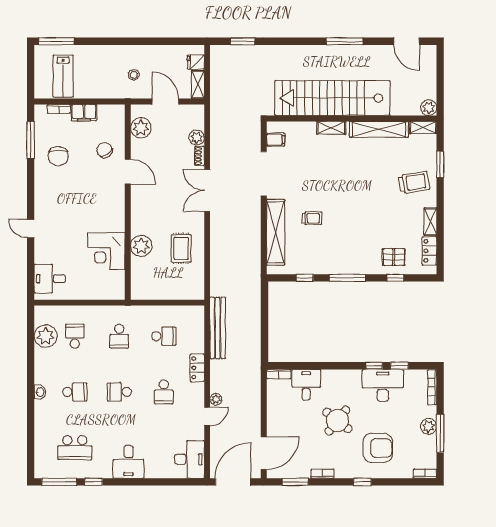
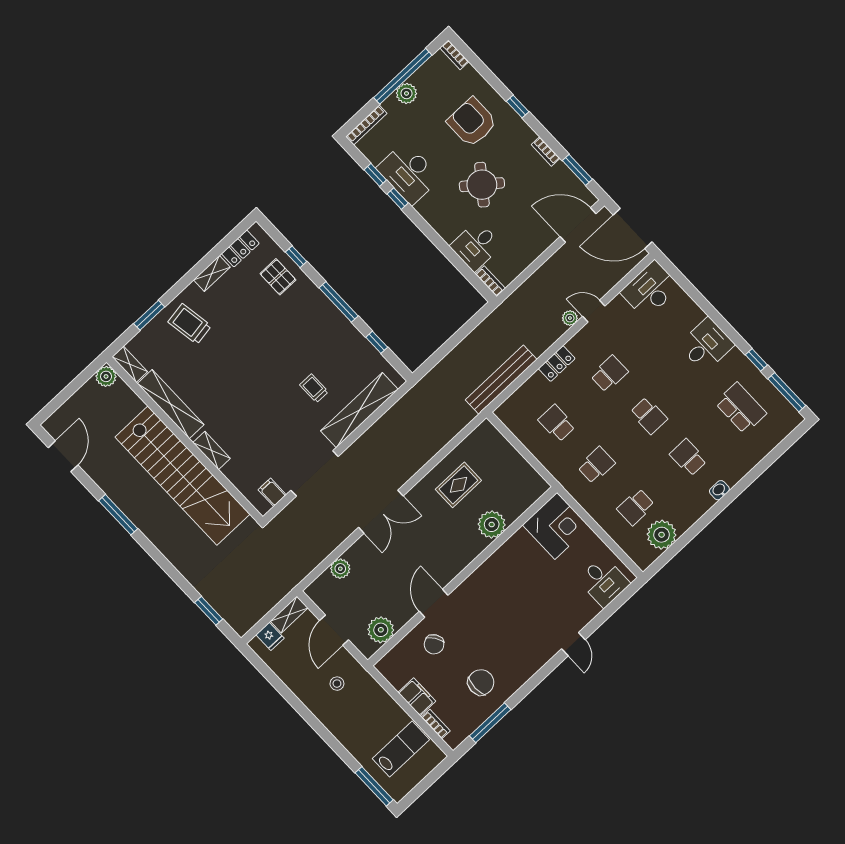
shoe rack: (200, 156) -> (355, 549), removed
corner desk: (106, 251) -> (556, 526), moved
window: (440, 433) -> (403, 76), width x1.46

